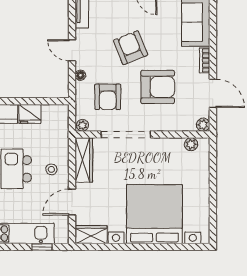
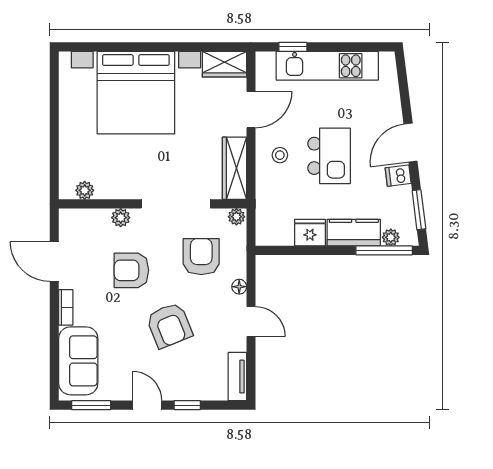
armchair: (158, 87) -> (131, 270), width x0.73, depth x0.73
plant: (203, 125) -> (121, 218), moved

